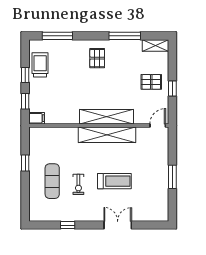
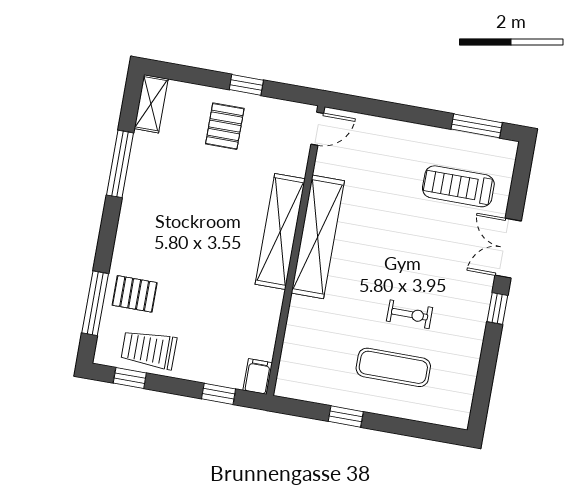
pallet: (97, 58) -> (135, 294), moved
window: (25, 75) -> (130, 378), moved
door: (158, 126) -> (317, 129), swing flipped
window: (172, 177) -> (477, 126), moved
treadmill: (114, 181) -> (458, 186), moved, turned -90
window: (68, 225) -> (497, 308), moved

